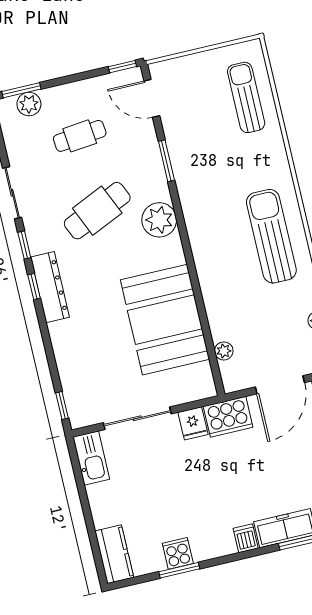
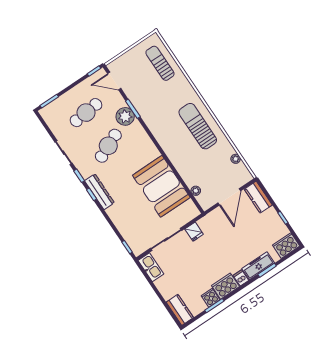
plant: (29, 104) -> (55, 106), removed
cafe table: (80, 136) -> (86, 113), width x1.37, depth x1.35
plant: (159, 220) -> (125, 116), moved
cooker: (228, 417) -> (225, 286), moved, turned 180

